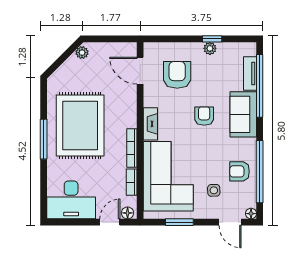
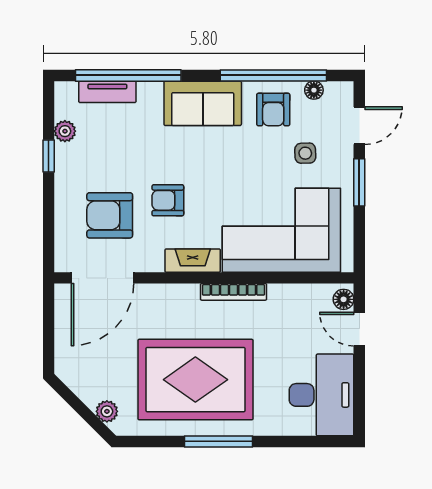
plant: (210, 48) -> (65, 131), moved
plant: (82, 53) -> (107, 411), moved
door: (140, 71) -> (102, 278), width x1.36
sofa: (243, 114) -> (203, 103), moved
armchair: (204, 116) -> (168, 200), moved
bookcase: (132, 182) -> (291, 292), removed
floor lamp: (251, 214) -> (314, 90), moved
window: (179, 222) -> (359, 182), moved

